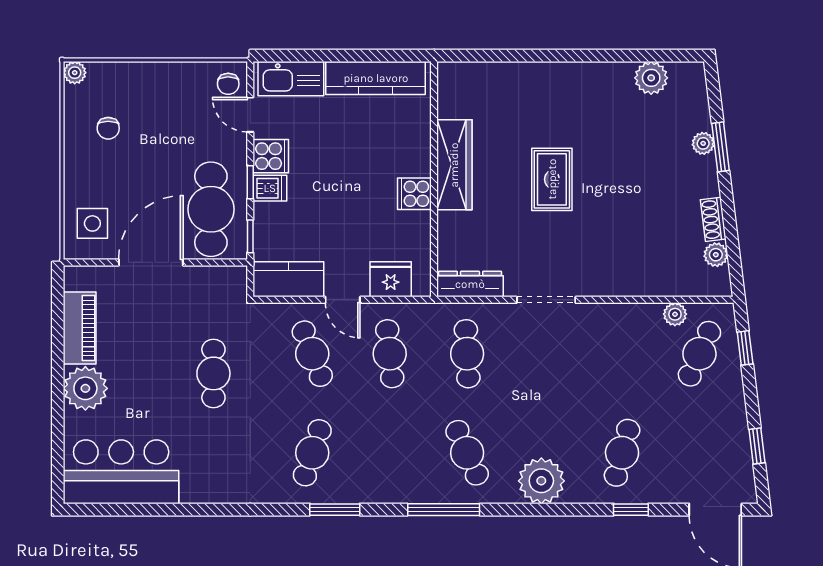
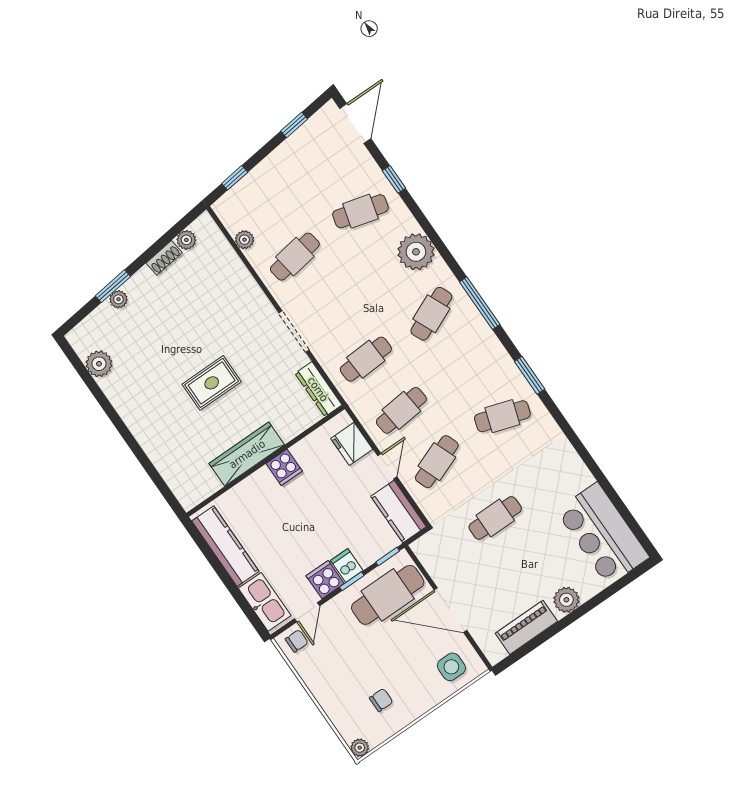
cafe table: (699, 354) -> (295, 257), moved, turned -33
plant: (85, 388) -> (566, 600), width x0.73, depth x0.73

